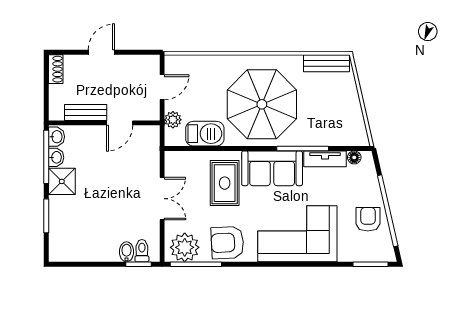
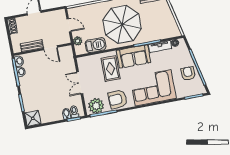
door: (162, 87) -> (69, 25), hinge flipped
door: (120, 123) -> (50, 48), hinge flipped
shower: (62, 181) -> (33, 118), moved
double door: (162, 199) -> (80, 83), swing flipped

